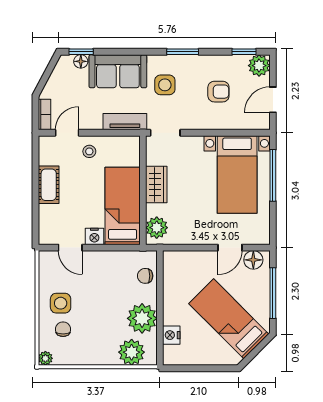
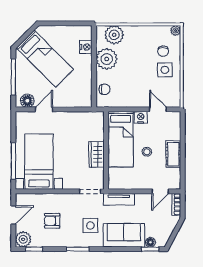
stool: (89, 151) -> (147, 152), moved
plant: (157, 228) -> (96, 124), removed

